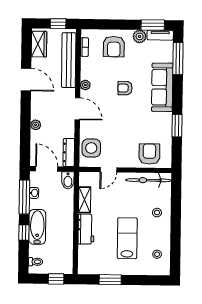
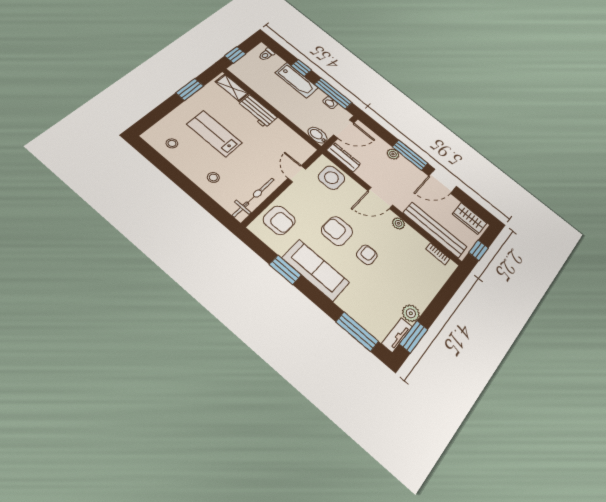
armchair: (114, 47) -> (337, 231), moved
sofa: (162, 87) -> (316, 270), moved
window: (26, 114) -> (410, 155), added
shelving: (85, 200) -> (232, 88), moved
lab bench: (127, 238) -> (214, 134), turned 180

